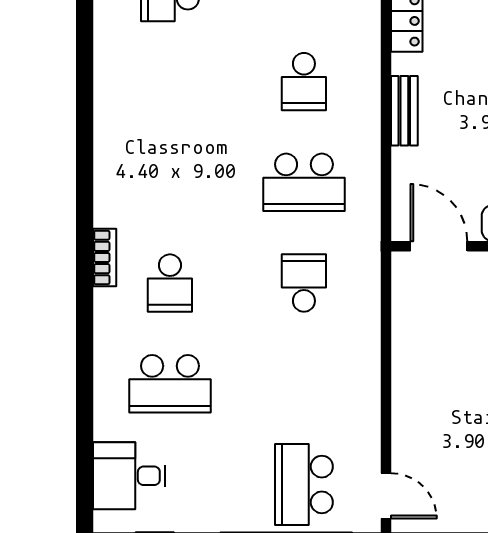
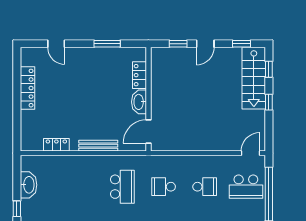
school desk: (304, 82) -> (205, 187), moved
bench: (404, 111) -> (98, 146), width x1.36

